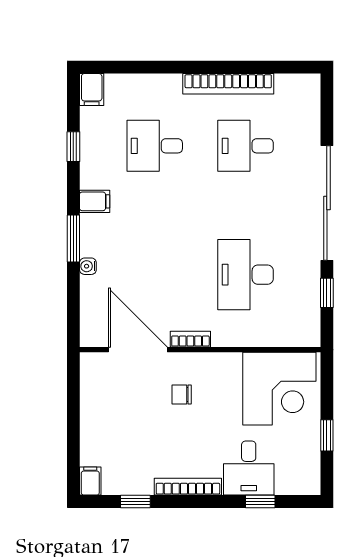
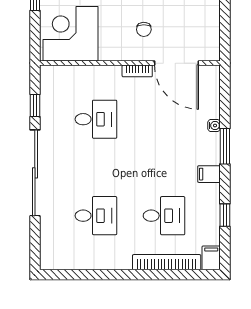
bookcase: (228, 84) -> (167, 262), moved
desk: (246, 275) -> (96, 119), width x0.73
chair: (182, 394) -> (144, 29), turned 90

